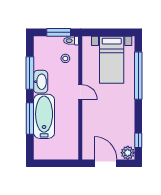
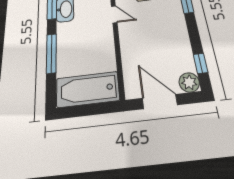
bathtub: (44, 116) -> (87, 89), moved, turned -90

